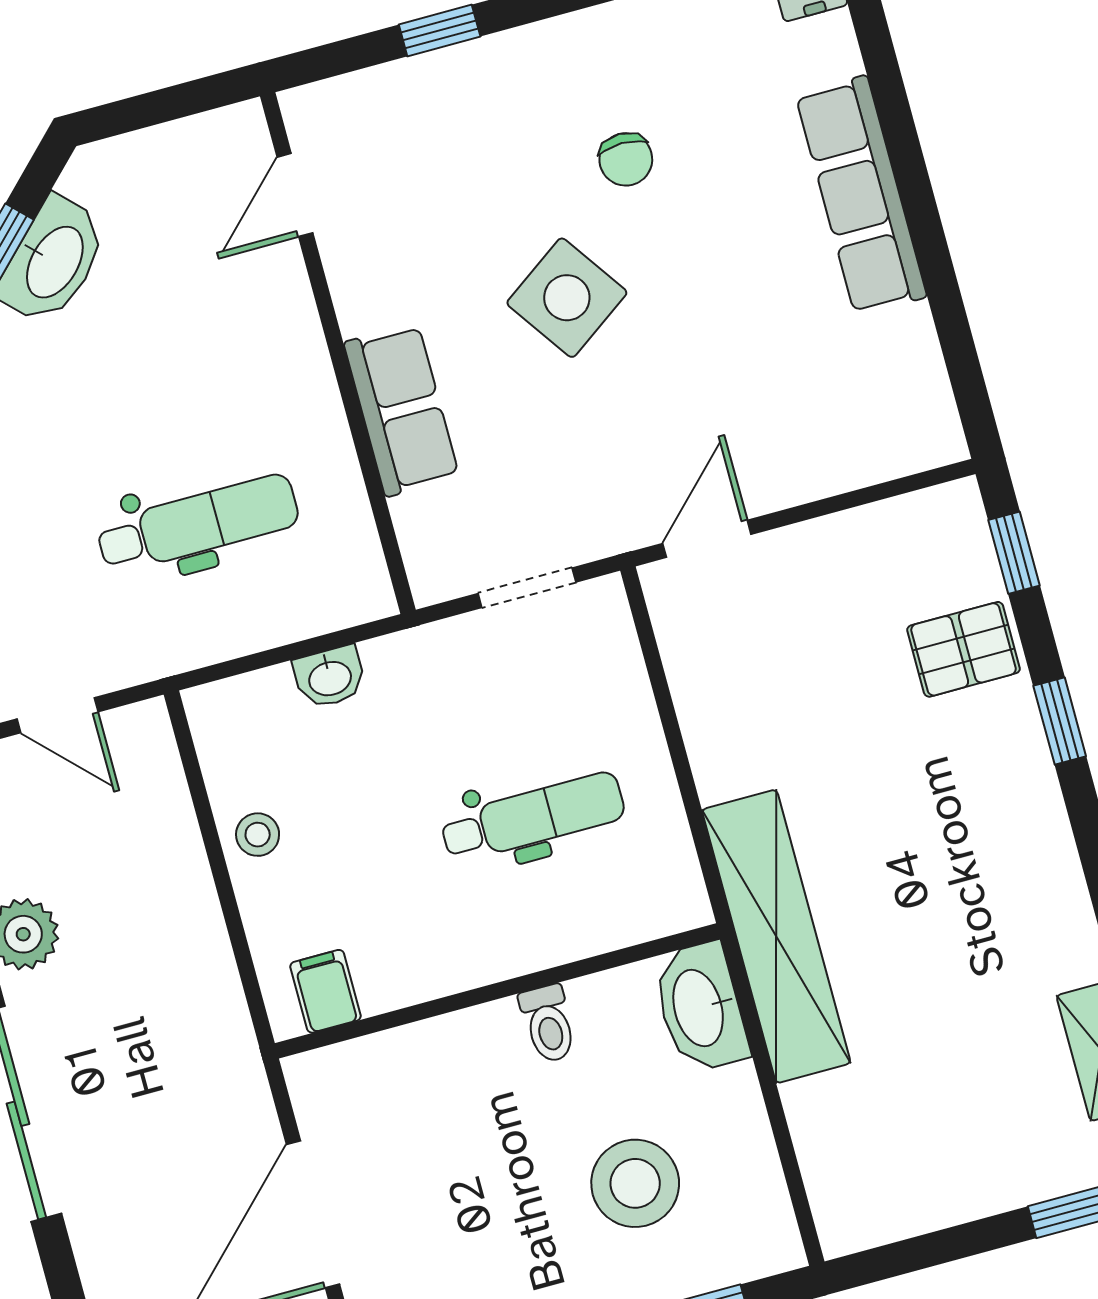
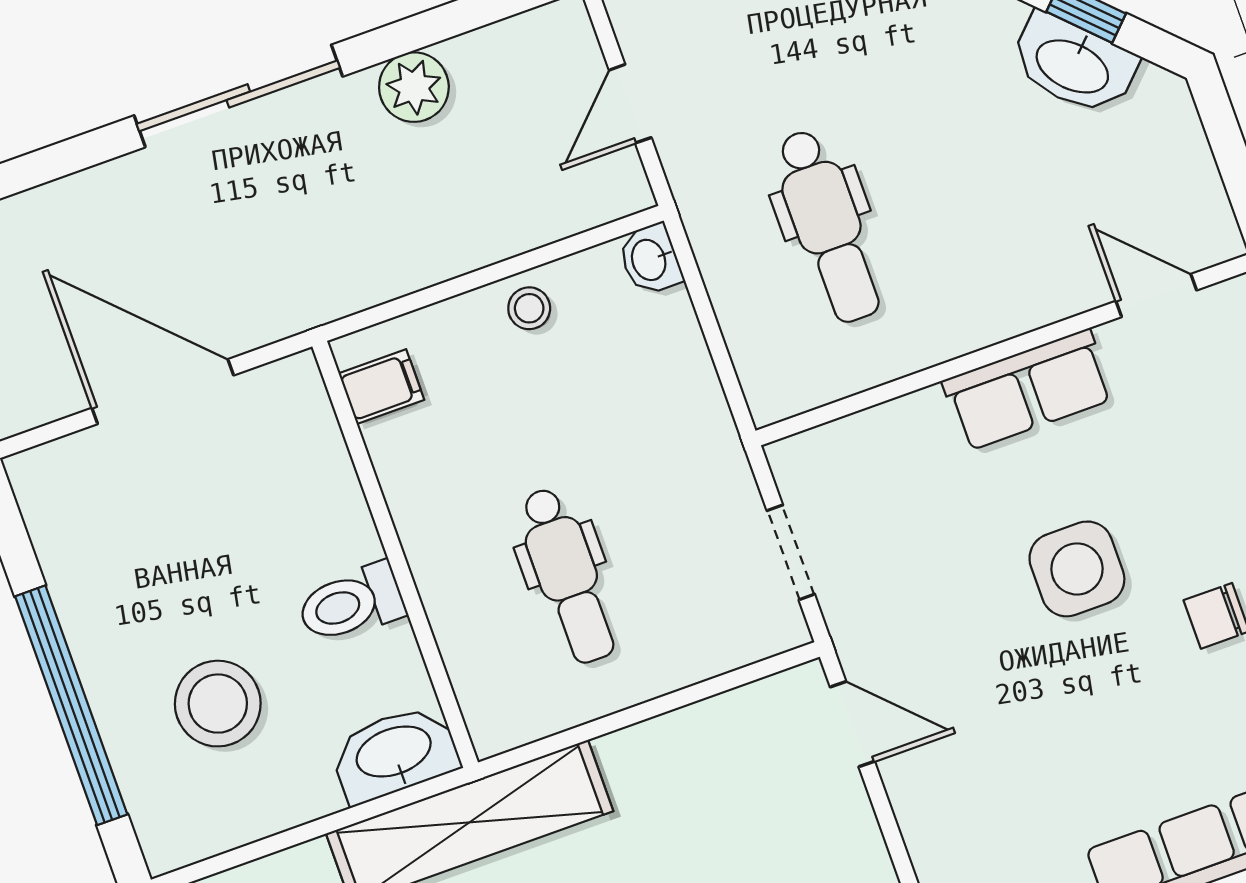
side table: (567, 298) -> (1077, 569), turned 35
row of seats: (402, 410) -> (1028, 390), moved
washbasin: (330, 677) -> (650, 259), moved
toilet: (548, 1024) -> (351, 603), width x1.37, depth x1.39

